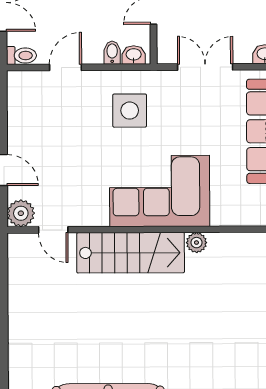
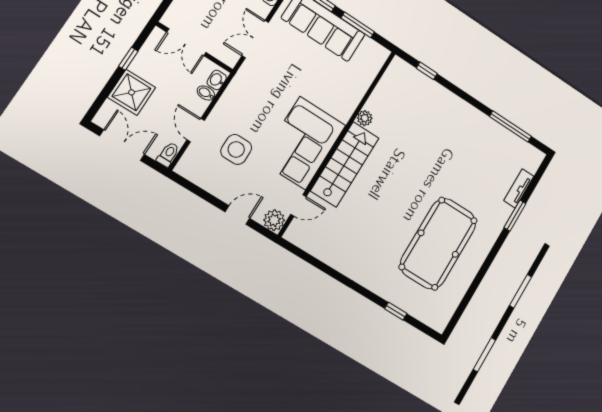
side table: (130, 111) -> (236, 149), moved
corner sofa: (160, 191) -> (303, 143), moved

